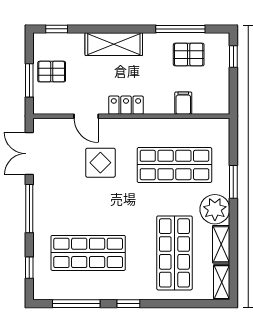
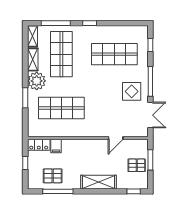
window: (233, 57) -> (25, 163), moved
locker: (126, 105) -> (39, 145), moved
door: (86, 116) -> (116, 138), swing flipped
display table: (100, 163) -> (132, 91), moved
window: (76, 304) -> (56, 23), moved

